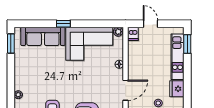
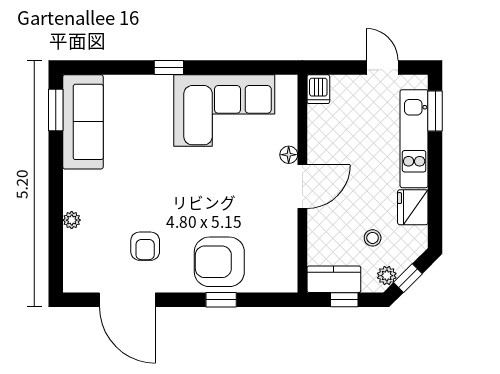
door: (150, 24) -> (382, 68), moved
plant: (118, 32) -> (286, 85), removed
sofa: (43, 36) -> (83, 122), moved, turned -90
door: (126, 90) -> (302, 187), moved

